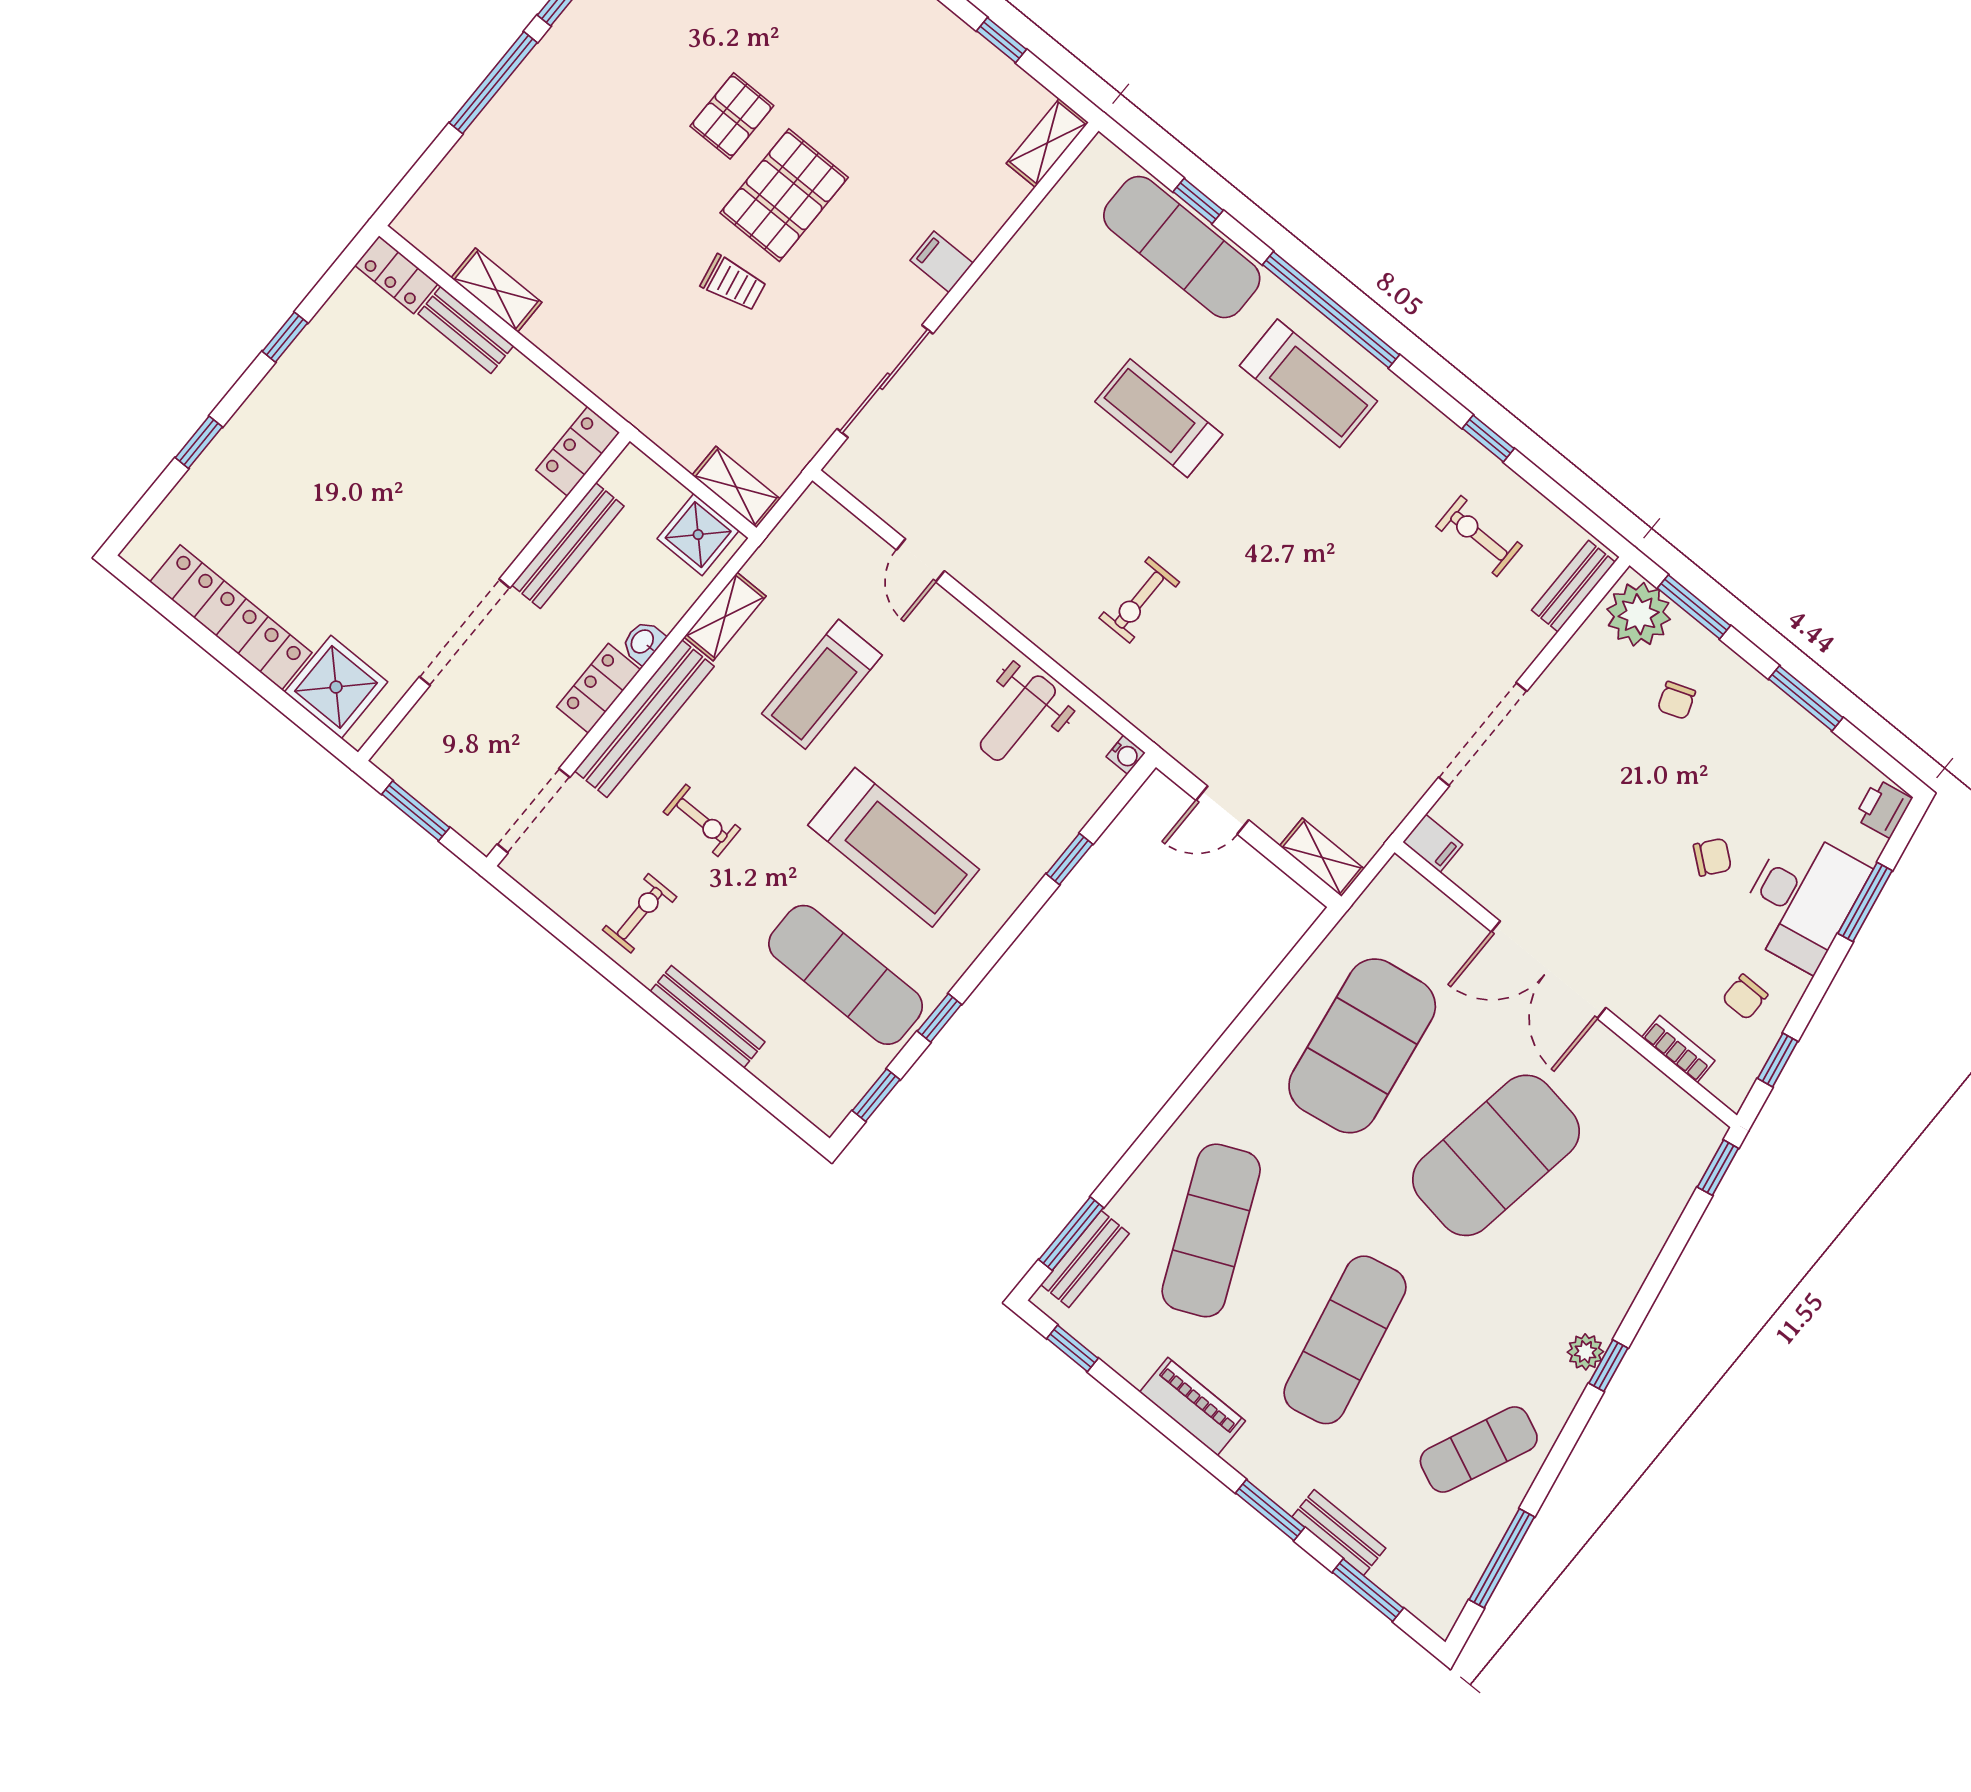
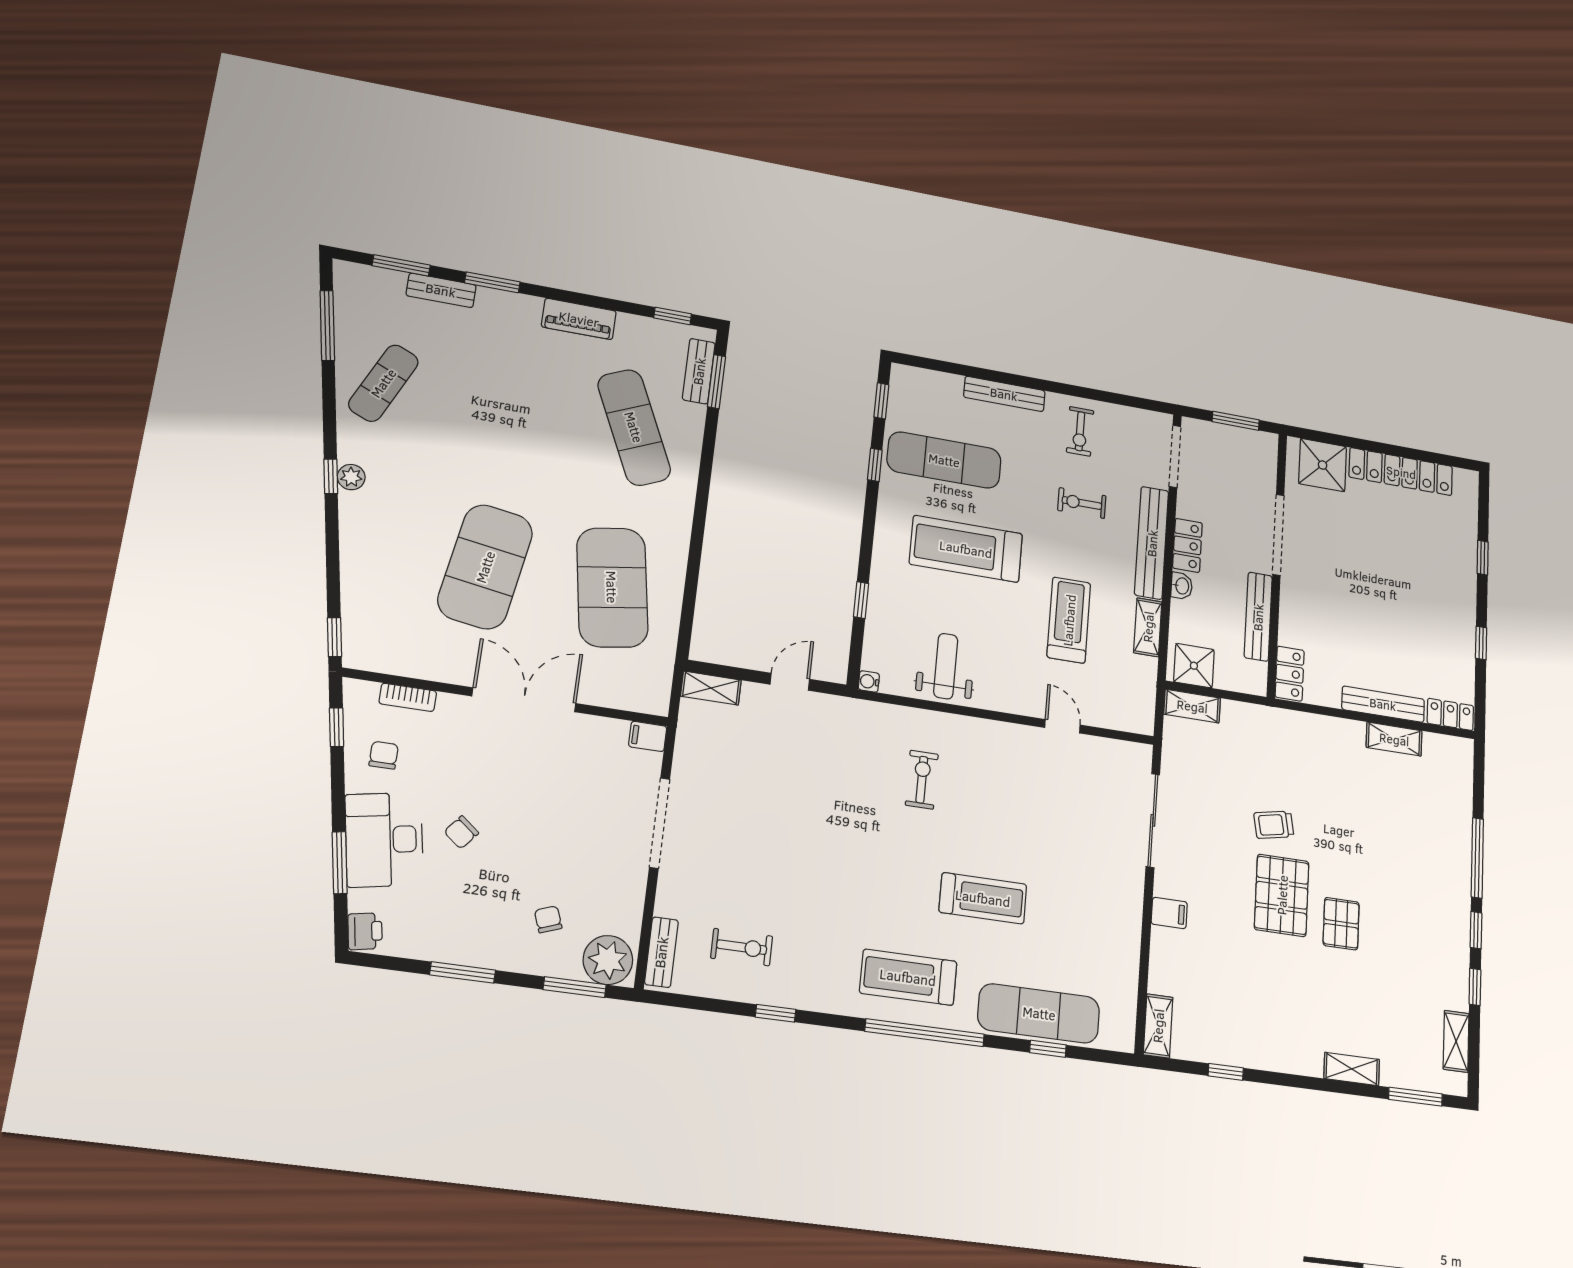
bench: (466, 330) -> (1383, 704), width x1.36
exercise mat: (1345, 1340) -> (510, 405), removed

